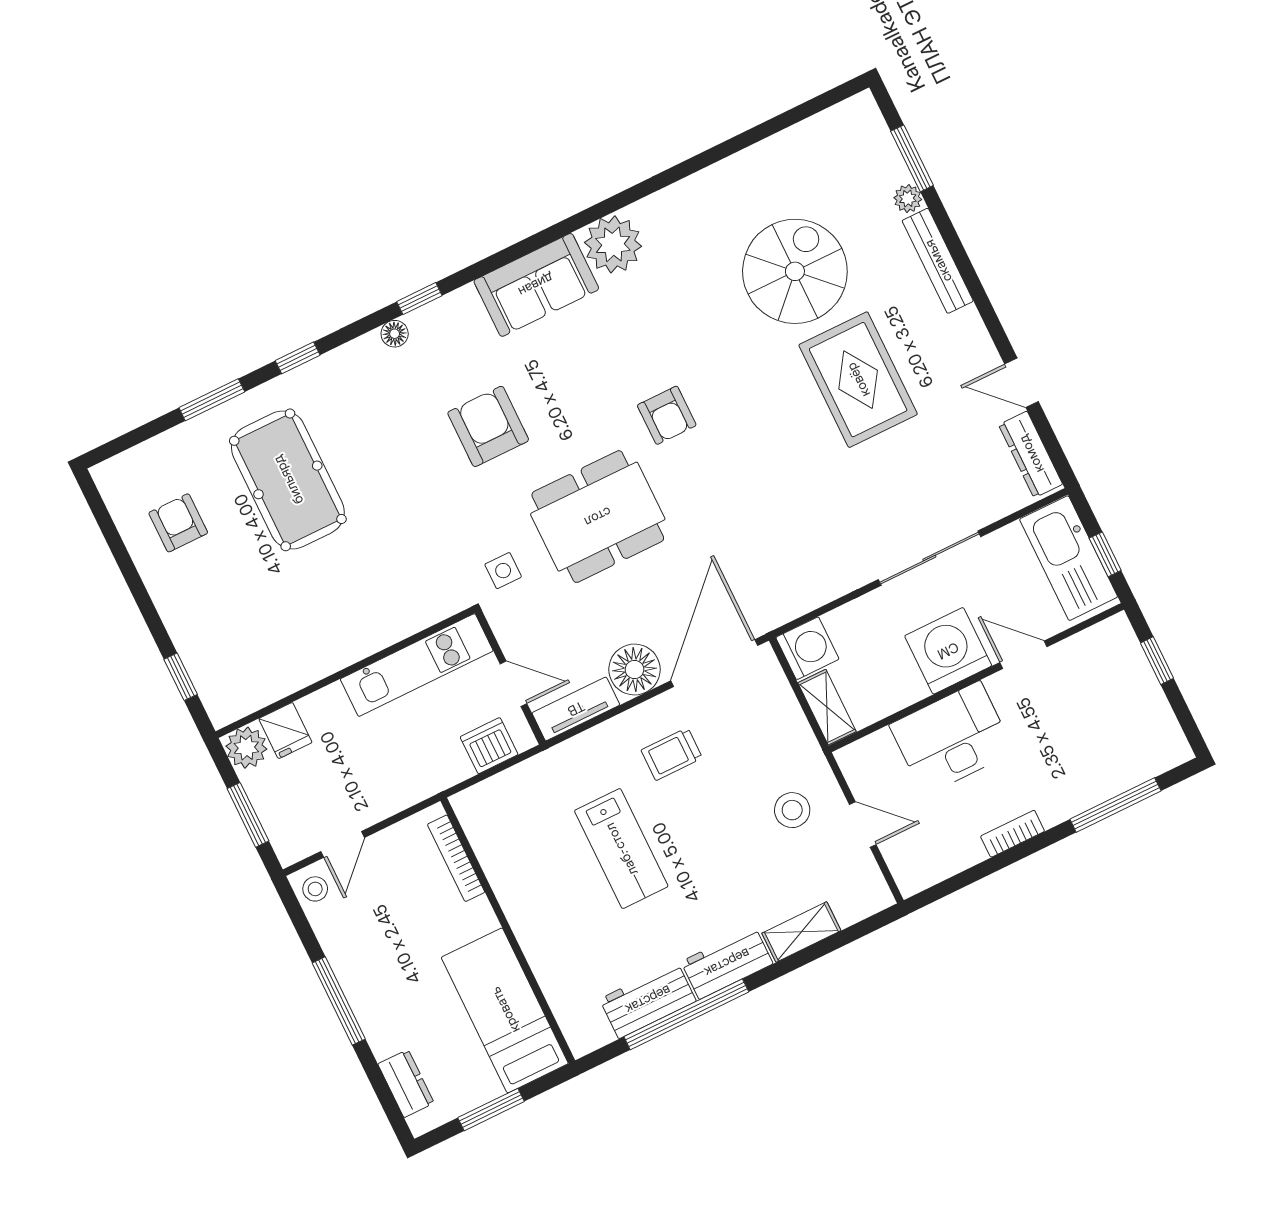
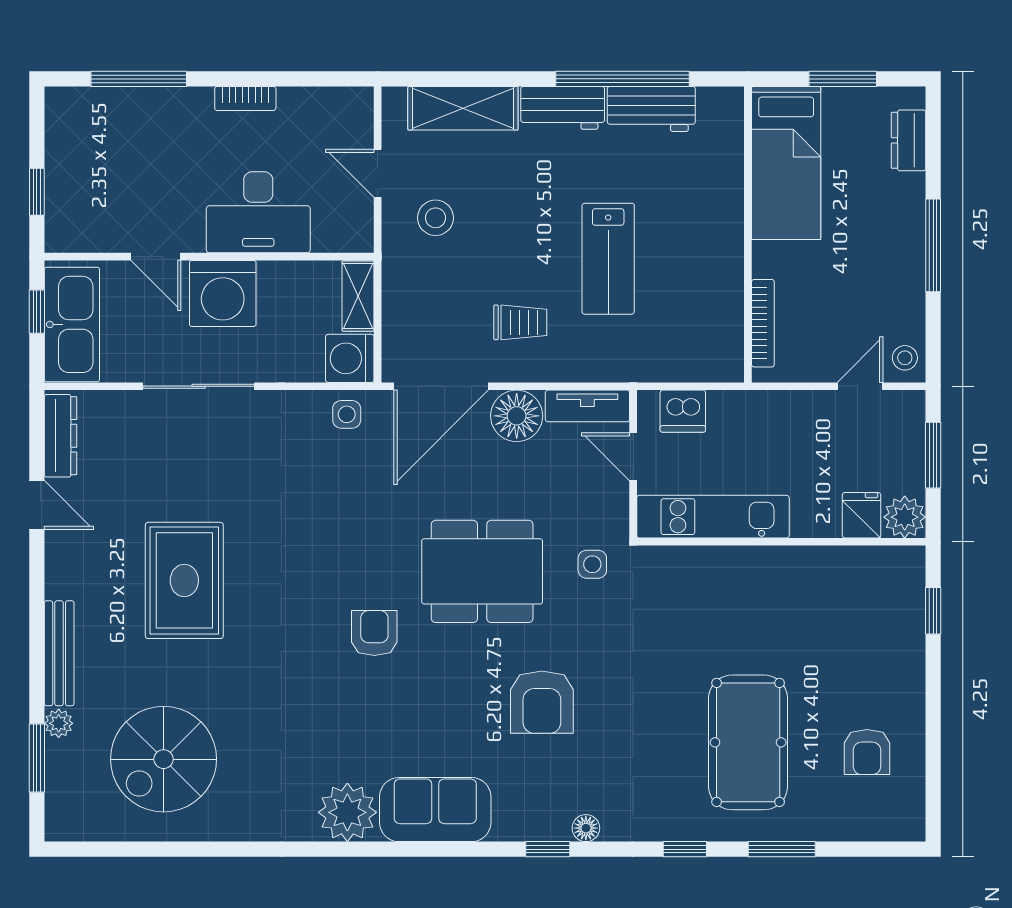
spiral stairs: (795, 271) -> (164, 759), moved
side table: (786, 597) -> (347, 414), added
lab bench: (621, 849) -> (608, 259), turned 180
shelving: (801, 932) -> (463, 108), width x1.50, depth x1.33

